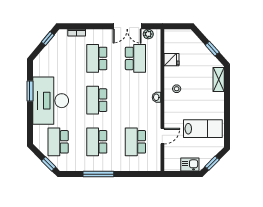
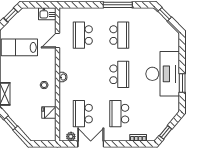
school desk: (97, 58) -> (119, 114), turned 180
school desk: (58, 142) -> (156, 35), removed
school desk: (135, 142) -> (83, 35), turned 180
kitchen sink: (190, 164) -> (47, 14), moved

